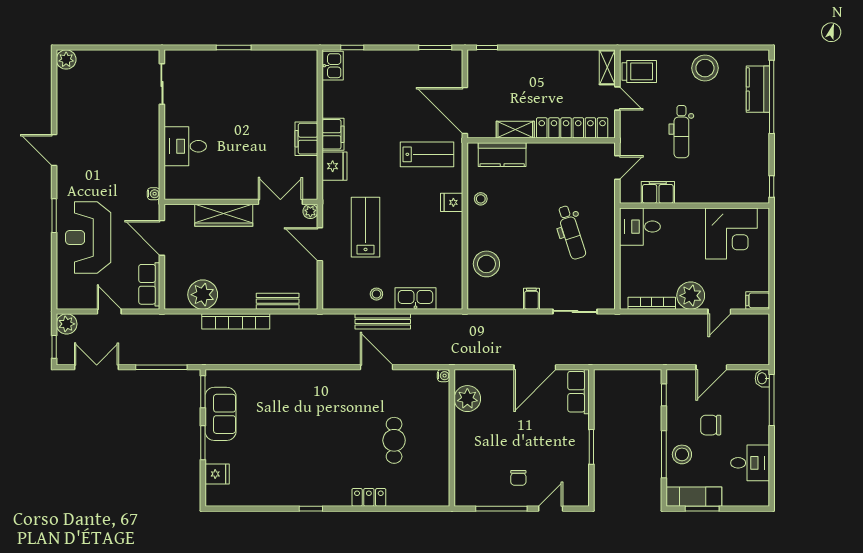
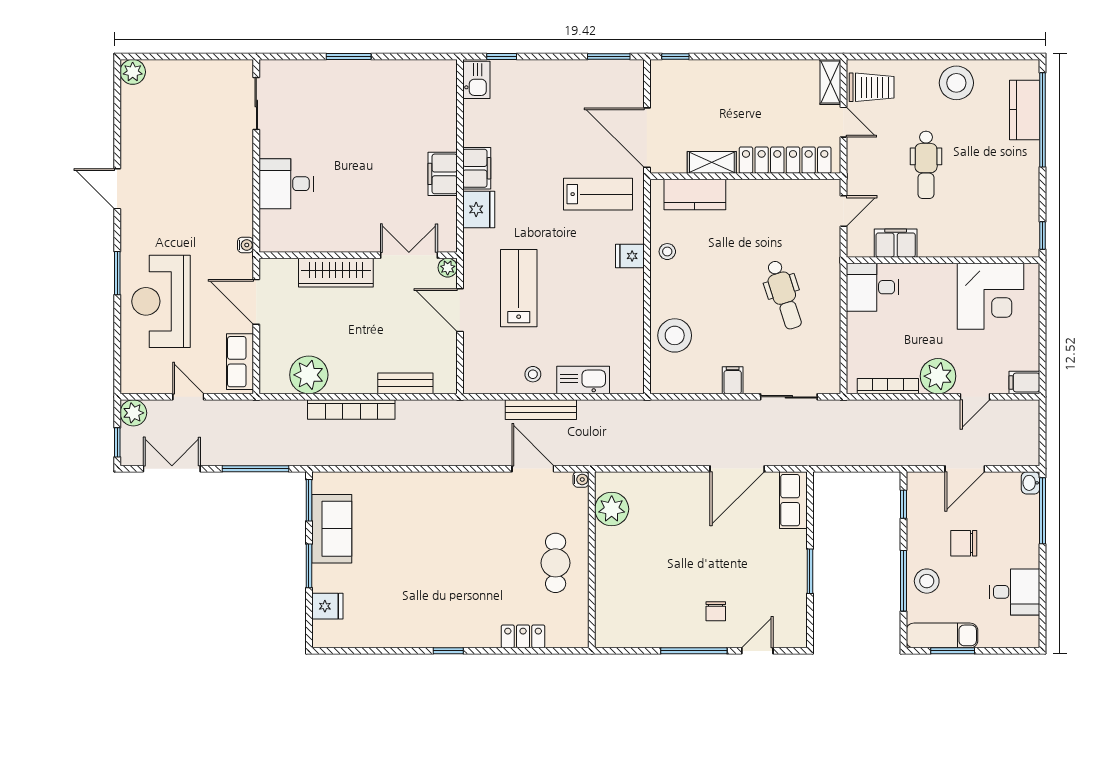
water cooler: (444, 376) -> (581, 479), moved
plant: (467, 399) -> (612, 509), moved
wall: (452, 438) -> (592, 560), moved

